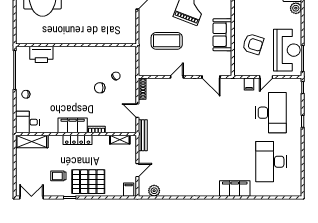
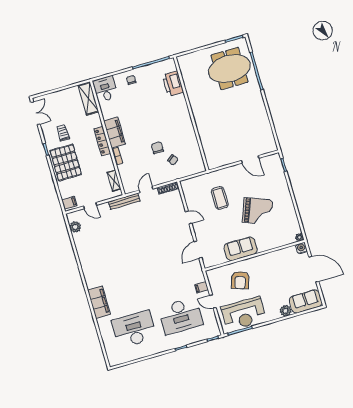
coffee table: (167, 41) -> (220, 198), width x0.73, depth x0.76

